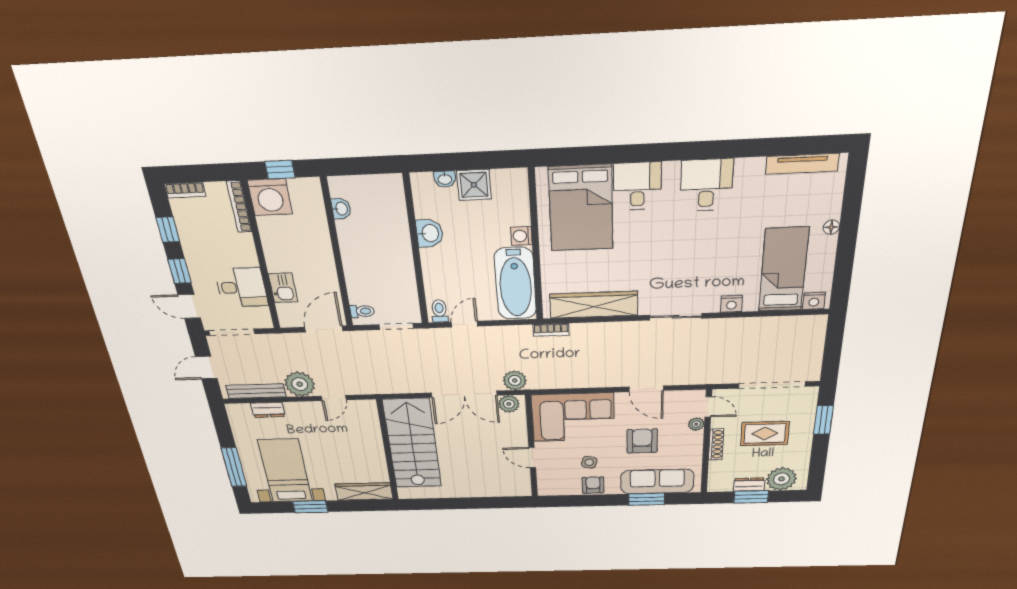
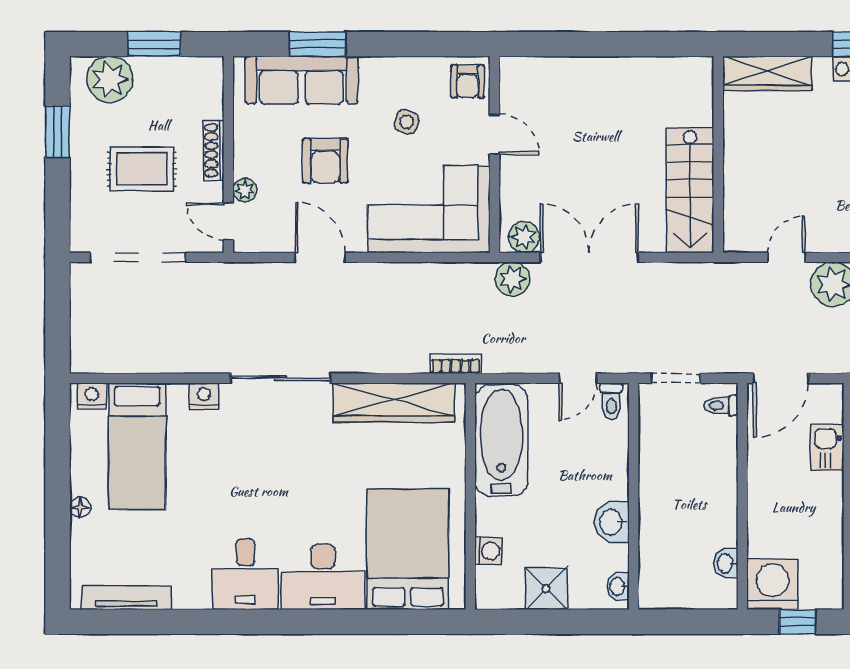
washbasin: (445, 179) -> (618, 587), moved, turned -90
desk: (637, 186) -> (323, 577), width x1.37
washing machine: (270, 197) -> (772, 584), moved
washing machine: (522, 236) -> (488, 551), moved
sliding door: (675, 317) -> (280, 378), width x1.37
window: (823, 420) -> (58, 132), moved
stairs: (412, 444) -> (690, 190), width x0.73, depth x0.66
armchair: (593, 485) -> (468, 81), moved
dresser: (749, 485) -> (159, 69), removed

